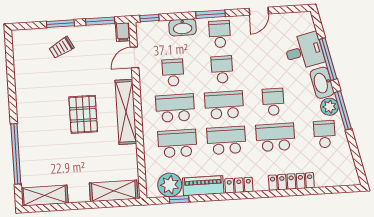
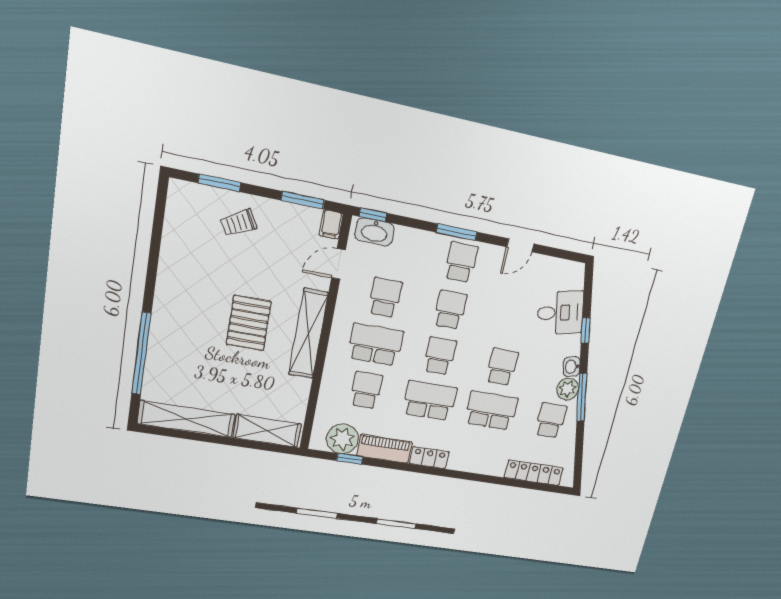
window: (60, 24) -> (219, 183), moved
washbasin: (183, 27) -> (375, 232), moved
window: (328, 59) -> (586, 330), width x0.46
washbasin: (322, 83) -> (572, 367), width x0.52, depth x0.69
school desk: (224, 105) -> (440, 356), width x0.54
school desk: (177, 143) -> (366, 390), width x0.54
locker: (291, 181) -> (534, 473), moved
shelving: (45, 195) -> (186, 419), width x1.47

